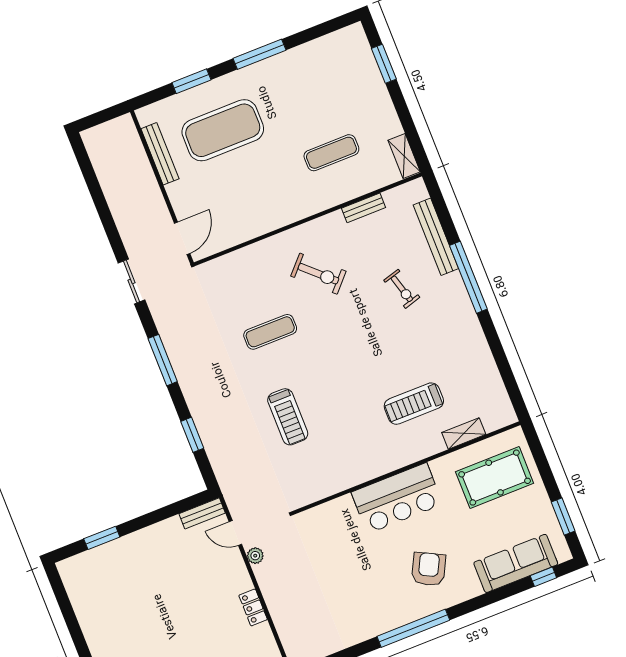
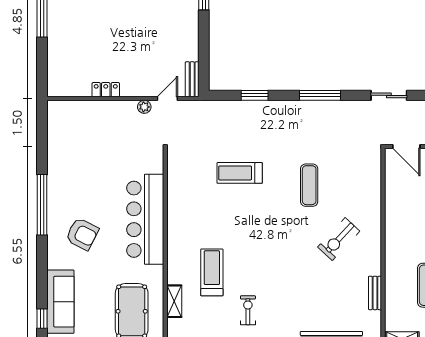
exercise bike: (402, 289) -> (248, 310), moved, turned 106
bar counter: (397, 498) -> (145, 219), width x1.36

